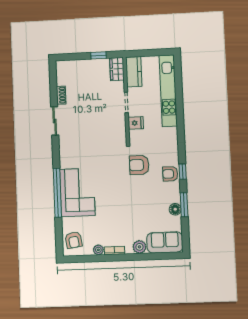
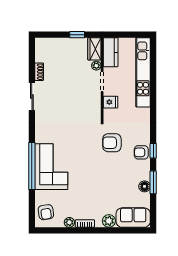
plant: (120, 86) -> (96, 66), added

